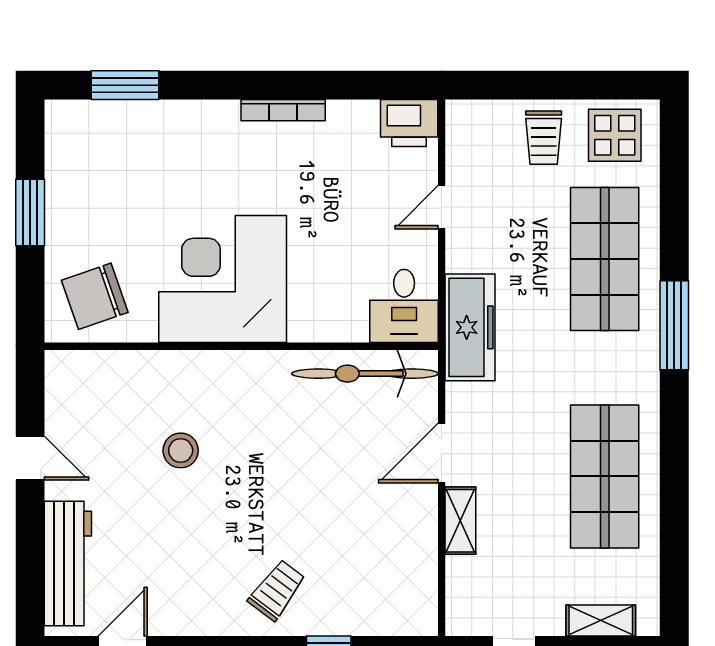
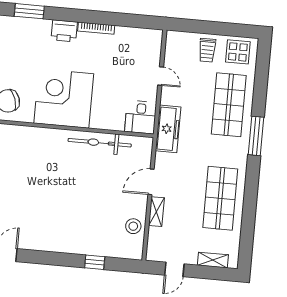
printer: (409, 123) -> (64, 31), moved
door: (442, 207) -> (161, 76), swing flipped
bicycle: (365, 374) -> (100, 143), moved
stool: (181, 450) -> (133, 226), moved
trolley: (277, 590) -> (75, 234), removed

